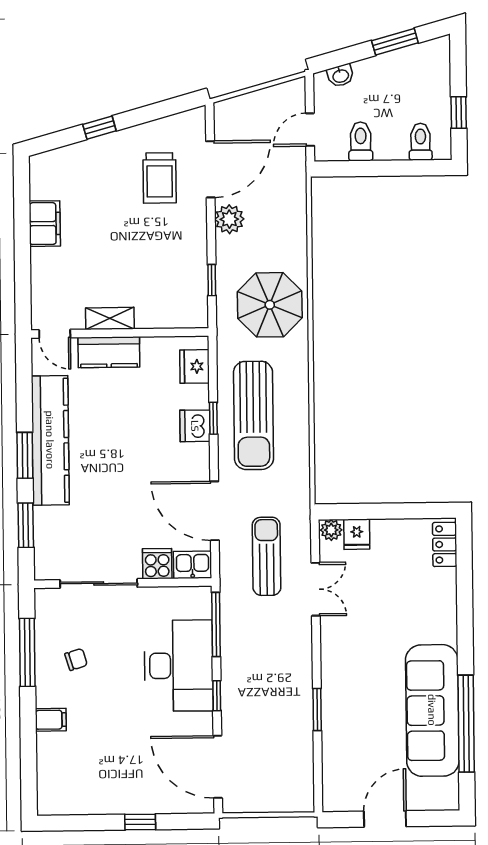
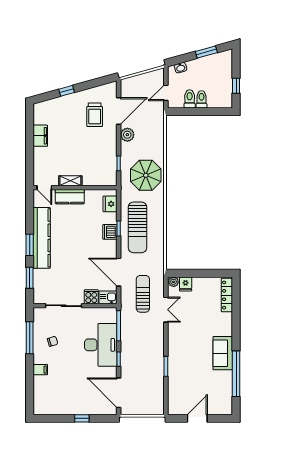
toilet: (421, 142) -> (202, 99), moved
locker: (445, 544) -> (227, 295), width x1.53
sofa: (432, 710) -> (223, 353), width x0.54, depth x0.79

